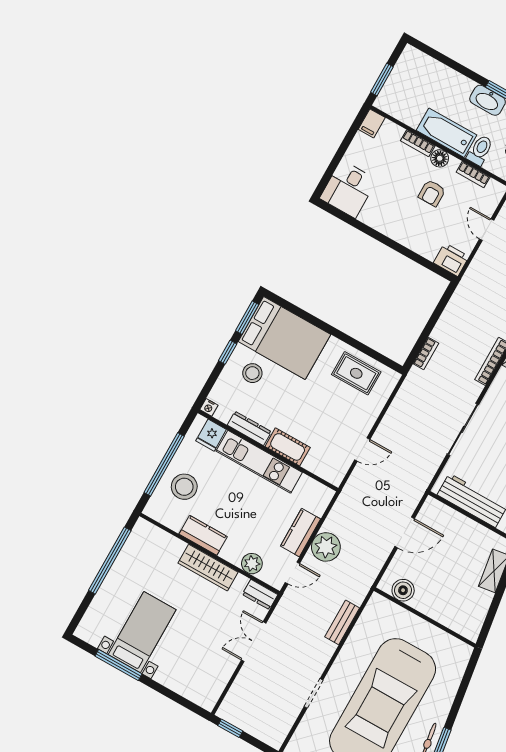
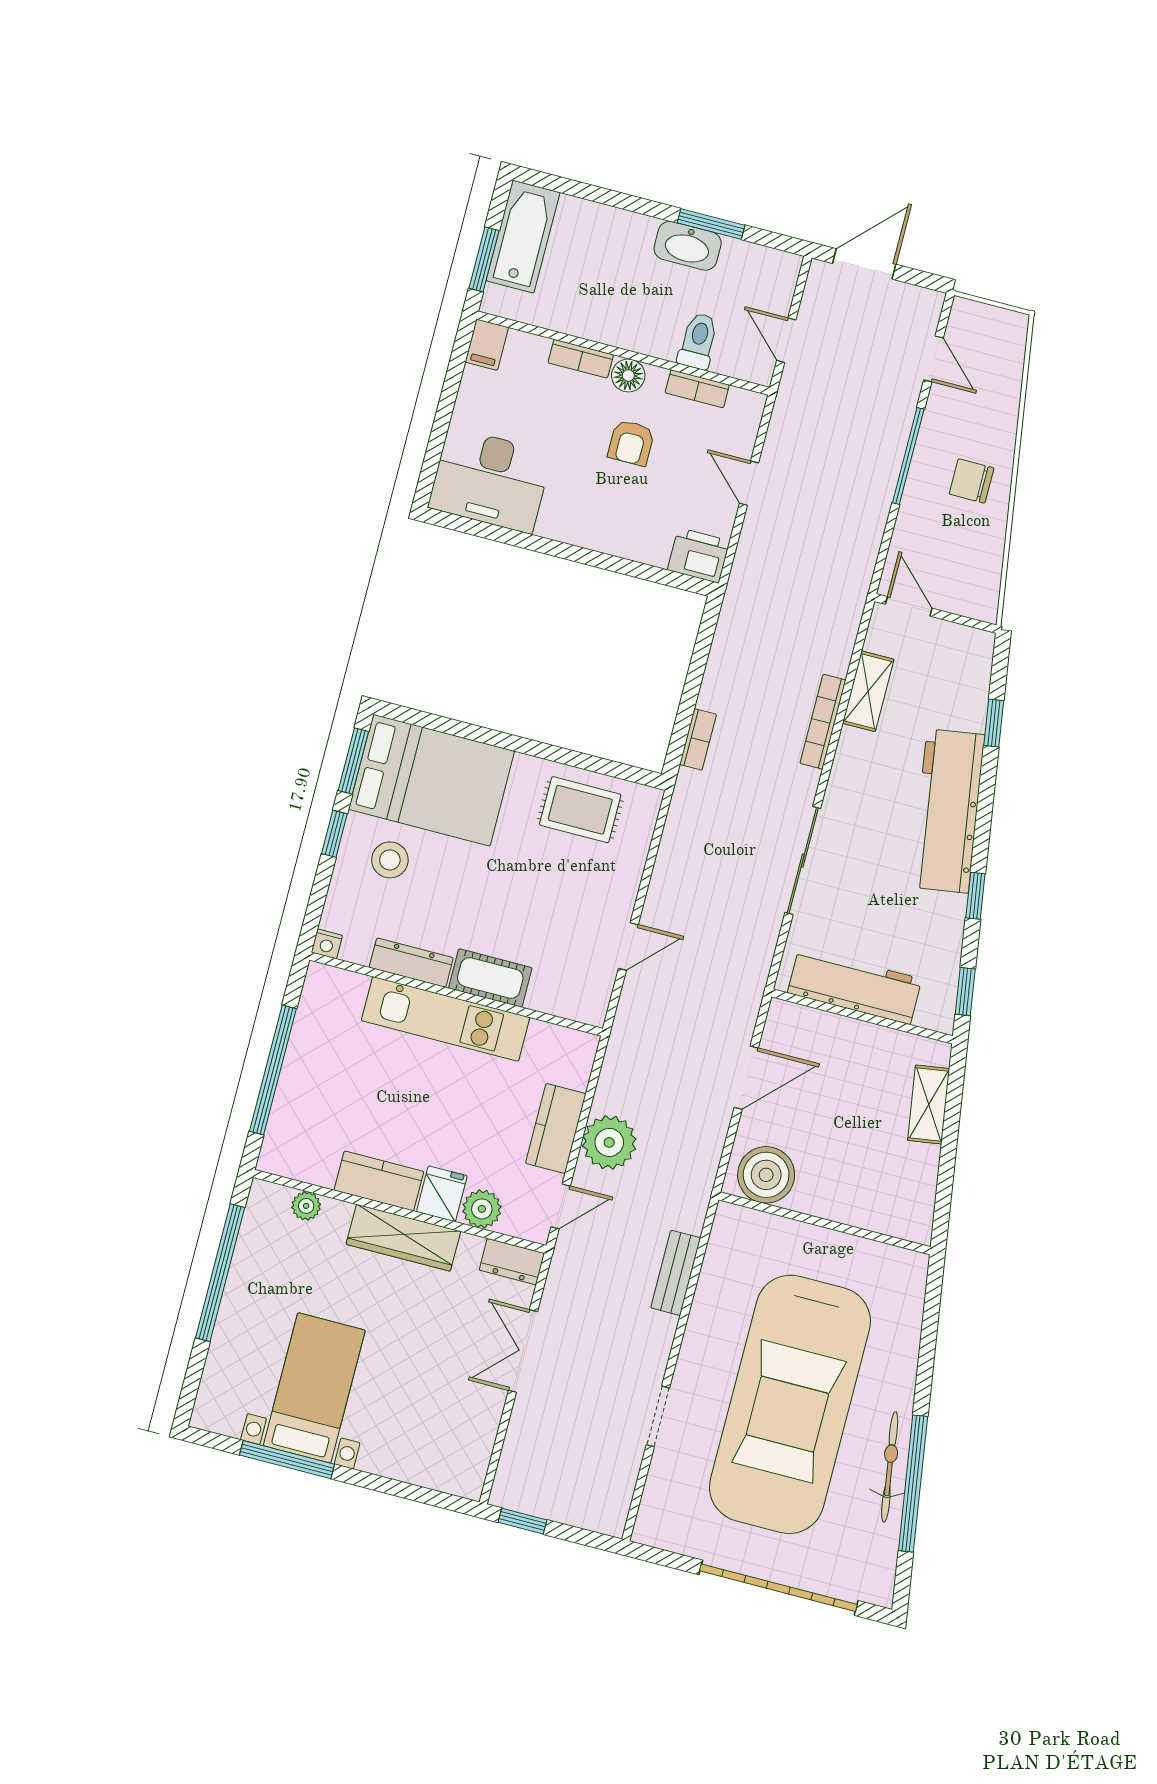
bathtub: (446, 133) -> (523, 237), moved, turned 90
desk: (348, 189) -> (490, 480), width x1.37
fridge: (211, 435) -> (442, 1194), moved, turned 180
stool: (184, 487) -> (320, 1101), removed
plant: (163, 538) -> (306, 1206), added
boiler: (403, 590) -> (766, 1175), width x1.37, depth x1.37

